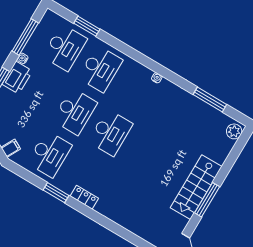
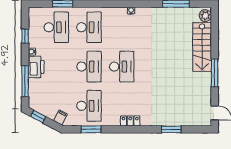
window: (25, 37) -> (25, 36), width x0.46
stairs: (196, 187) -> (202, 47), moved
window: (56, 193) -> (91, 129), moved
window: (123, 233) -> (171, 129), added

